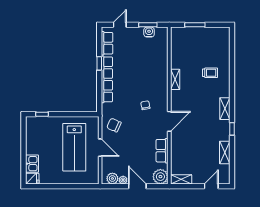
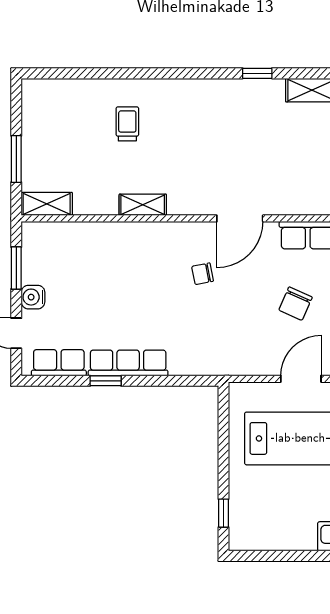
water cooler: (149, 32) -> (33, 297), moved
row of seats: (107, 79) -> (128, 363), width x0.73
shelving: (225, 109) -> (47, 204), moved
door: (169, 121) -> (240, 218), swing flipped
chair: (114, 125) -> (296, 304), moved

